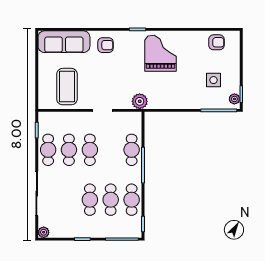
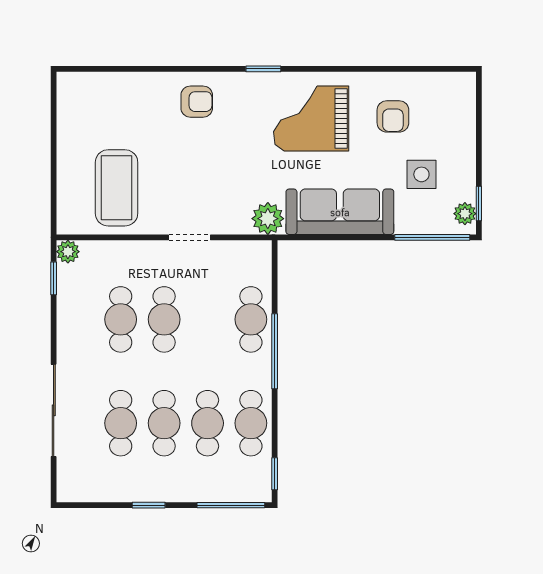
sofa: (64, 42) -> (340, 212), moved, turned 180
armchair: (216, 42) -> (393, 116), moved, turned 90
grand piano: (161, 53) -> (311, 118), turned -90
cafe table: (48, 150) -> (121, 423), moved
plant: (44, 232) -> (68, 252), moved

